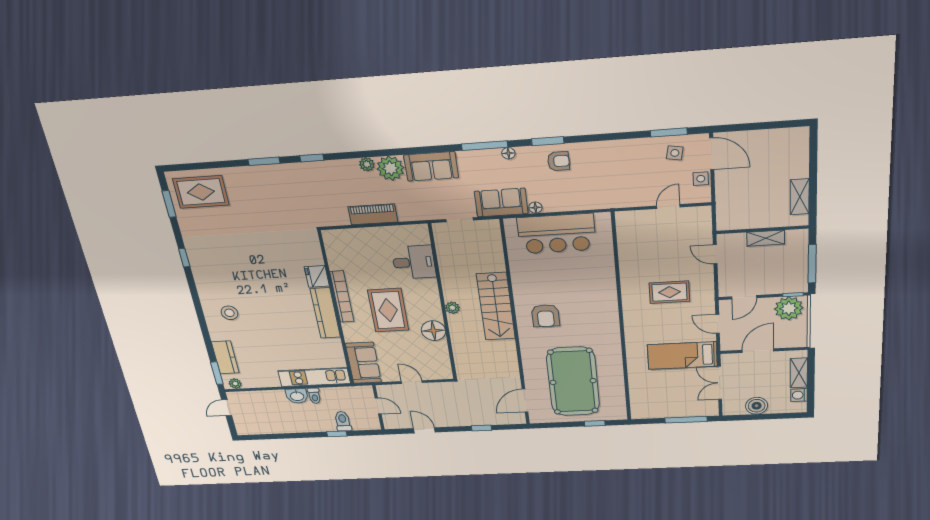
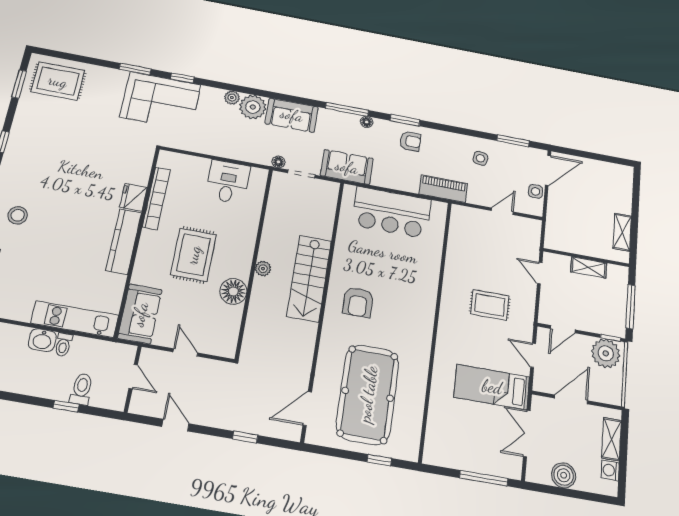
side table: (675, 153) -> (480, 158), moved
door: (712, 154) -> (548, 170), hinge flipped
corner sofa: (301, 186) -> (160, 101), added
floor lamp: (535, 208) -> (278, 162), moved
piano: (373, 214) -> (443, 189), moved
desk: (414, 262) -> (228, 182), moved, turned -90
bookcase: (342, 297) -> (156, 198), moved

